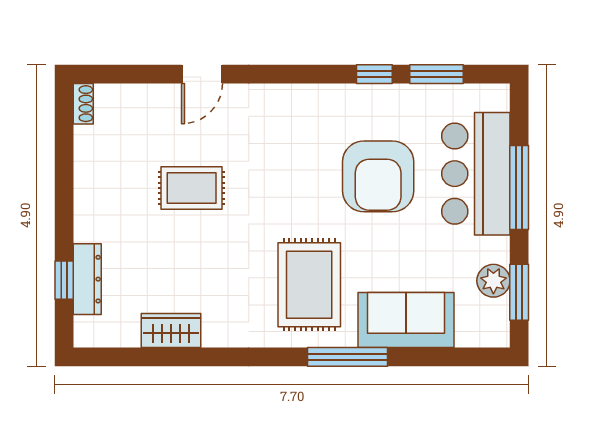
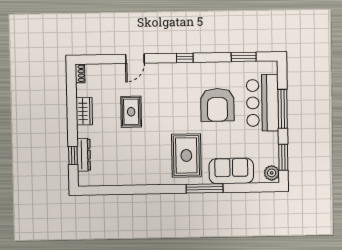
window: (374, 74) -> (185, 58), moved
rug: (192, 188) -> (131, 112), turned 90
plant: (493, 281) -> (272, 173), moved
wardrobe: (171, 331) -> (84, 111), moved, turned 90

